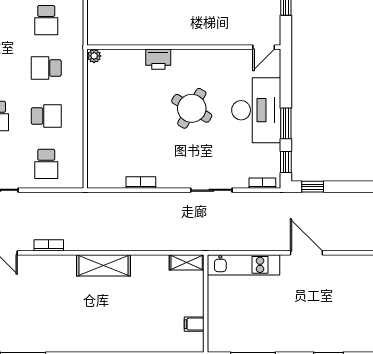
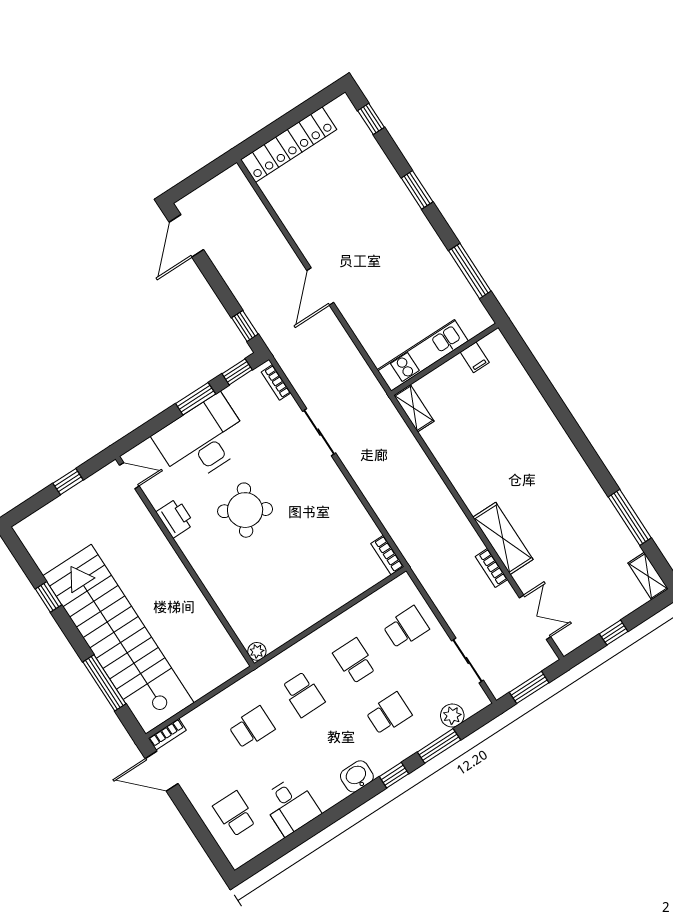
printer: (158, 59) -> (175, 518), moved
bookcase: (141, 183) -> (387, 555), moved
shelving: (103, 265) -> (503, 538), moved
kitchen unit: (243, 265) -> (423, 355), moved, turned -90

